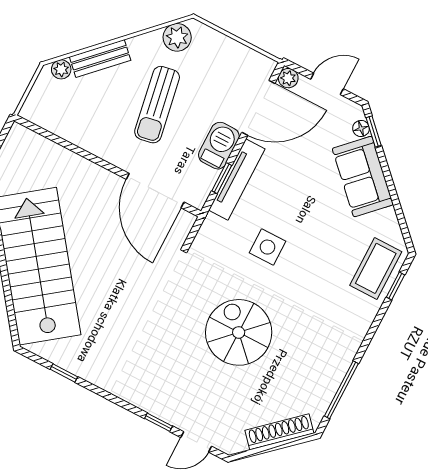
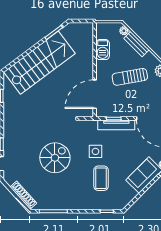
barbecue: (219, 146) -> (103, 50), moved, turned 90
coffee table: (376, 268) -> (101, 178), moved, turned 90

